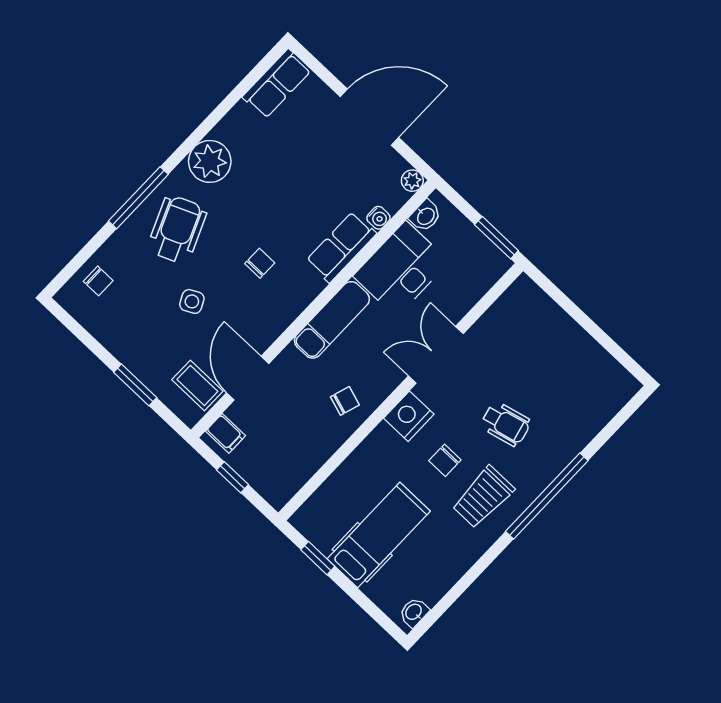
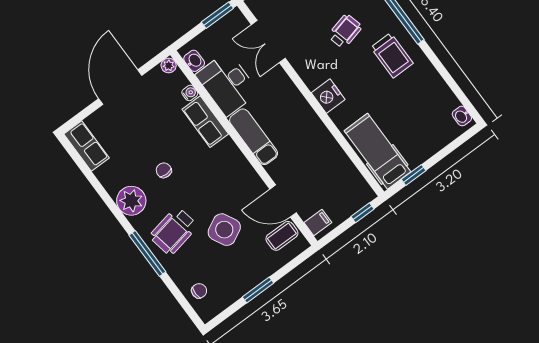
wheelchair: (177, 229) -> (174, 231), turned -78
chair: (260, 263) -> (164, 170), moved
side table: (192, 301) -> (224, 230), width x1.87, depth x1.87
double door: (436, 355) -> (268, 42), moved
window: (135, 385) -> (258, 290), moved
chair: (345, 401) -> (310, 138), removed
chair: (445, 460) -> (362, 77), removed
window: (233, 477) -> (362, 213), moved
hospital bed: (379, 535) -> (377, 151), moved

